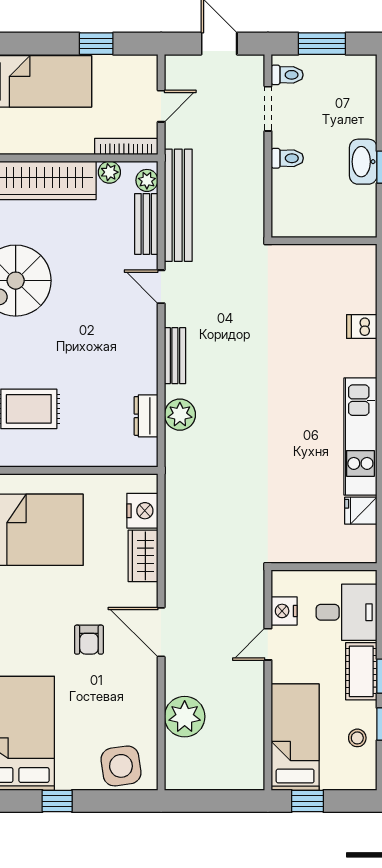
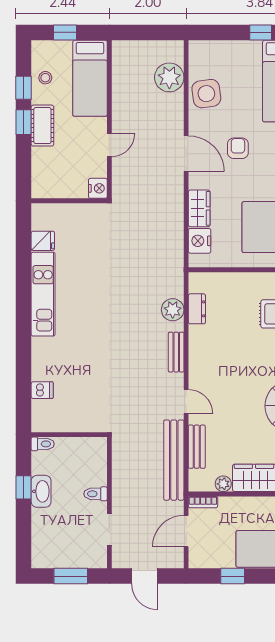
toilet: (287, 75) -> (43, 444), moved, turned 180
door: (161, 106) -> (186, 531), width x1.38
bookcase: (126, 147) -> (203, 502), width x0.64
plant: (147, 180) -> (196, 478), removed
dishwasher: (362, 326) -> (42, 390), moved
nightstand: (284, 611) -> (98, 188), moved
desk: (346, 612) -> (53, 168), removed
plant: (185, 717) -> (169, 77), moved
side table: (121, 766) -> (206, 94), moved
window: (307, 801) -> (65, 32), moved

